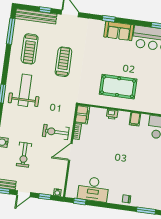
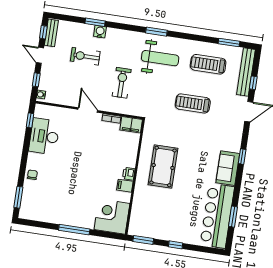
window: (11, 31) -> (229, 43), width x0.69
treadmill: (63, 62) -> (193, 103), turned 180
printer: (112, 114) -> (129, 174), moved
exercise bike: (56, 132) -> (122, 83), moved

